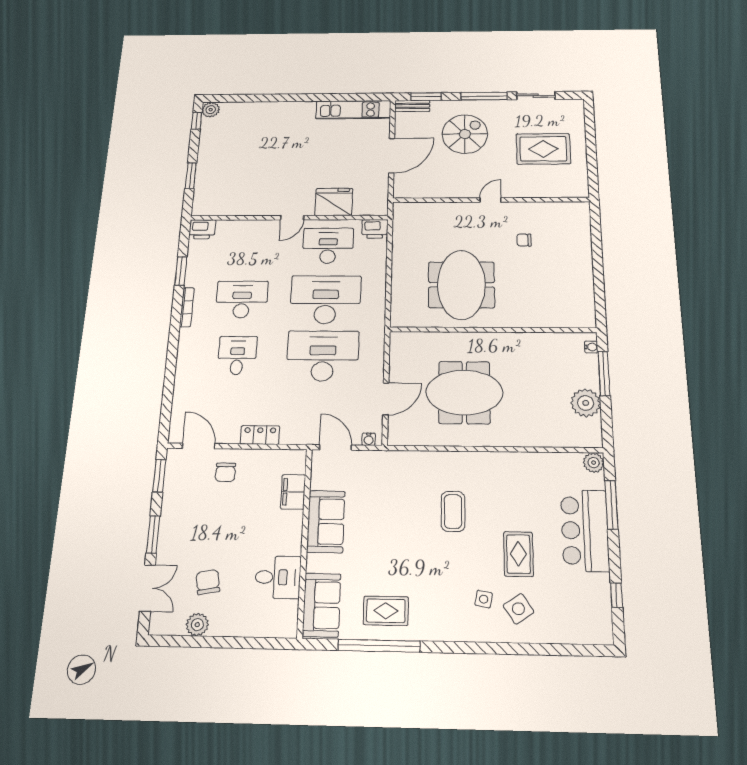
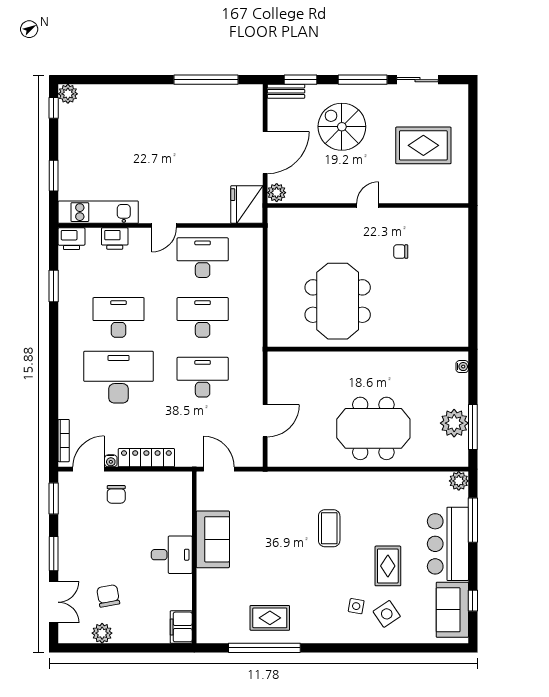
window: (338, 97) -> (206, 80), added
kitchen unit: (353, 110) -> (98, 212), moved, turned 180
spiral stairs: (465, 134) -> (342, 127), turned -90
plant: (402, 189) -> (277, 193), added
fridge: (334, 202) -> (247, 204), moved, turned -90
printer: (375, 229) -> (115, 239), moved
desk: (325, 300) -> (203, 317), width x0.73, depth x0.77
bookcase: (187, 307) -> (64, 441), moved
desk: (237, 355) -> (119, 377), width x1.87, depth x1.30
desk: (323, 356) -> (203, 377), width x0.73, depth x0.77
window: (604, 374) -> (473, 427), moved
meeting table: (464, 392) -> (373, 428), moved
locker: (260, 435) -> (146, 458), width x1.53
water cooler: (369, 439) -> (111, 461), moved
door: (199, 446) -> (89, 469), hinge flipped
filing cabinet: (293, 492) -> (181, 627), moved
desk: (278, 577) -> (172, 555), moved
sofa: (322, 605) -> (452, 610), moved, turned 180

